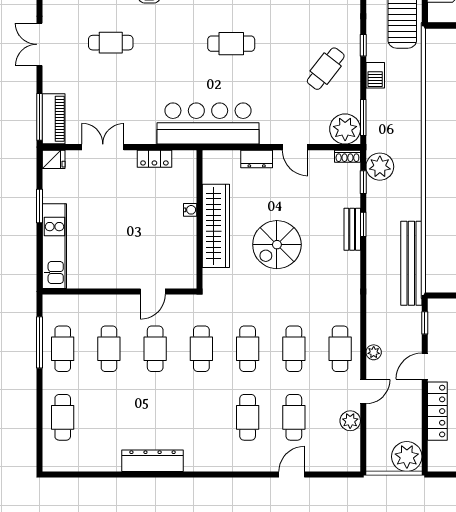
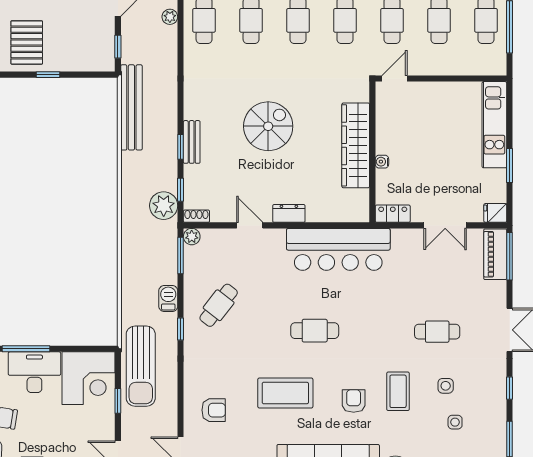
plant: (345, 129) -> (192, 237), width x0.53, depth x0.53
water cooler: (190, 210) -> (382, 162), moved
wall: (199, 219) -> (372, 152), moved
wardrobe: (216, 226) -> (356, 145), moved

